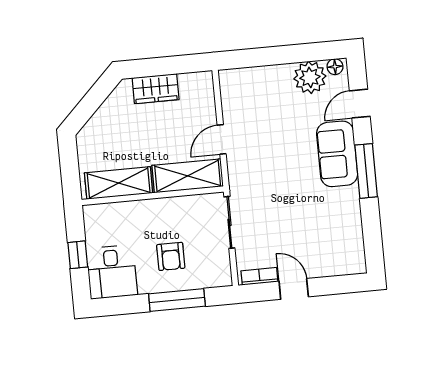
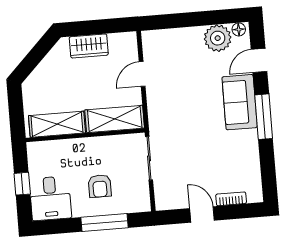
door: (222, 139) -> (142, 74), moved
bookcase: (259, 276) -> (231, 199), moved

